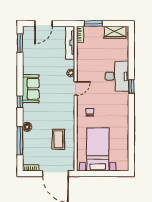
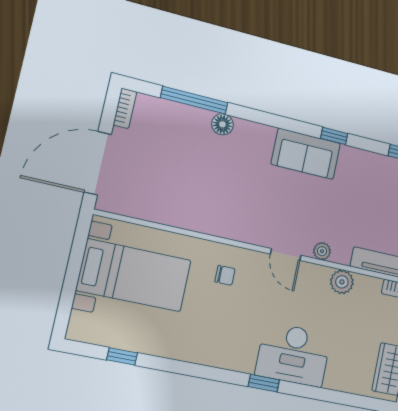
plant: (82, 61) -> (342, 282), added
window: (20, 102) -> (334, 136), moved
coffee table: (58, 139) -> (178, 189), removed
window: (131, 147) -> (122, 356), added

